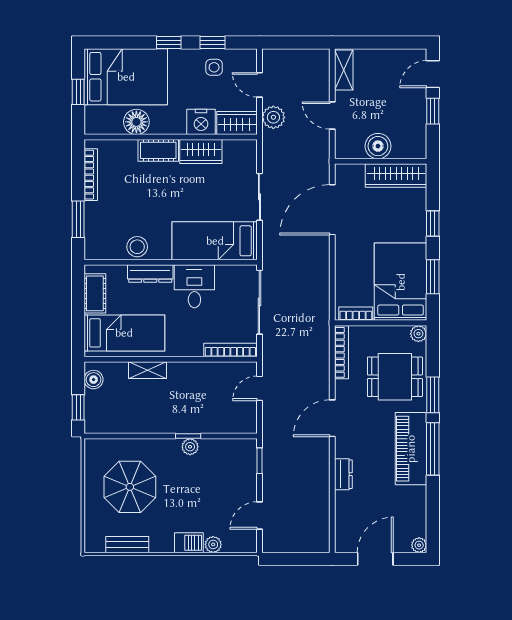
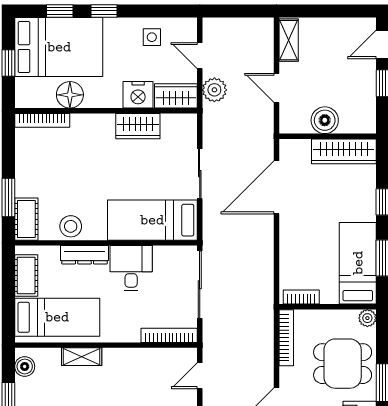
window: (213, 43) -> (60, 11), moved
cot: (158, 150) -> (26, 219), moved, turned 90
bookcase: (91, 175) -> (42, 120), moved, turned 90
bed: (401, 282) -> (358, 263), width x0.67

